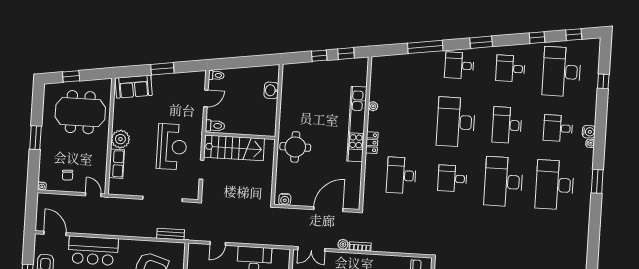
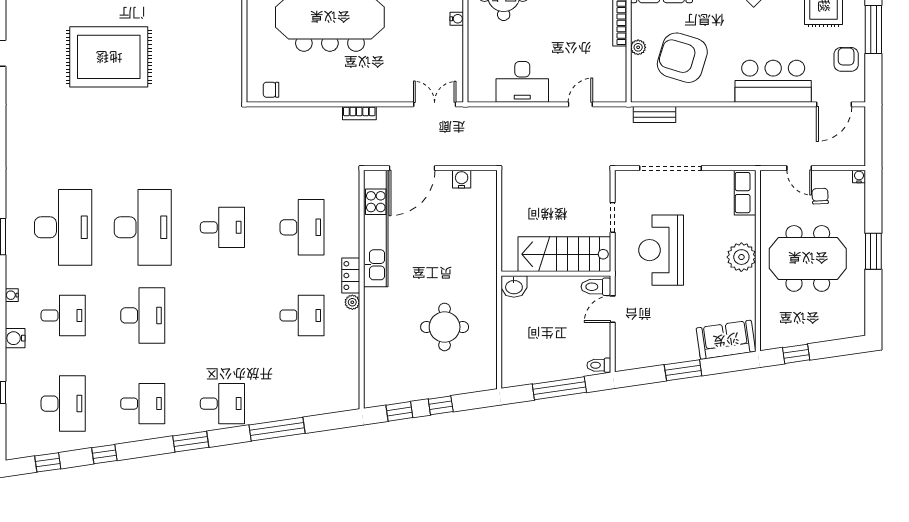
window: (242, 62) -> (559, 388), added
desk: (562, 72) -> (63, 404), width x0.73, depth x0.77
window: (71, 76) -> (796, 354), moved
washbasin: (271, 90) -> (514, 287), moved, turned 90
door: (206, 98) -> (613, 309), moved
plant: (373, 106) -> (352, 302), moved
meeting table: (80, 112) -> (808, 258), moved
desk: (456, 122) -> (302, 315), moved, width x0.53, depth x0.77
kitchen unit: (357, 124) -> (376, 229), moved
water cooler: (589, 132) -> (15, 338), moved
round table: (295, 147) -> (445, 327), moved
row of seats: (117, 164) -> (745, 193), moved
door: (93, 195) -> (799, 168), moved
water cooler: (285, 199) -> (462, 179), moved
door: (55, 233) -> (834, 104), hinge flipped
plant: (343, 244) -> (386, 115), removed

